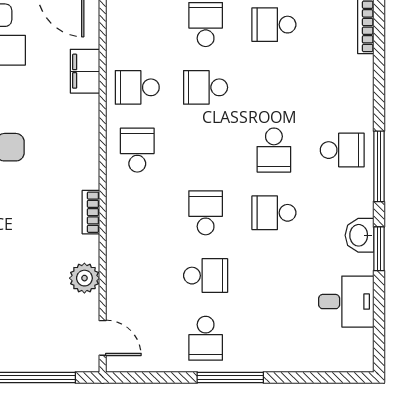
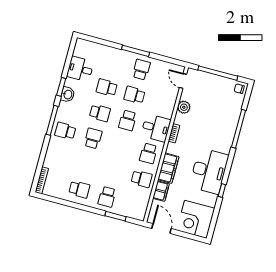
school desk: (206, 87) -> (107, 88), moved, turned 180
filing cabinet: (82, 128) -> (168, 168), added
desk: (136, 213) -> (156, 128), added

